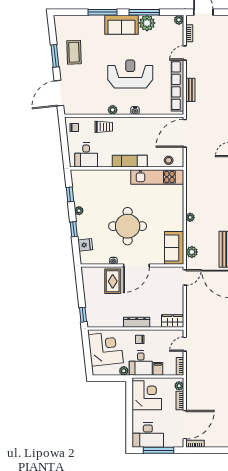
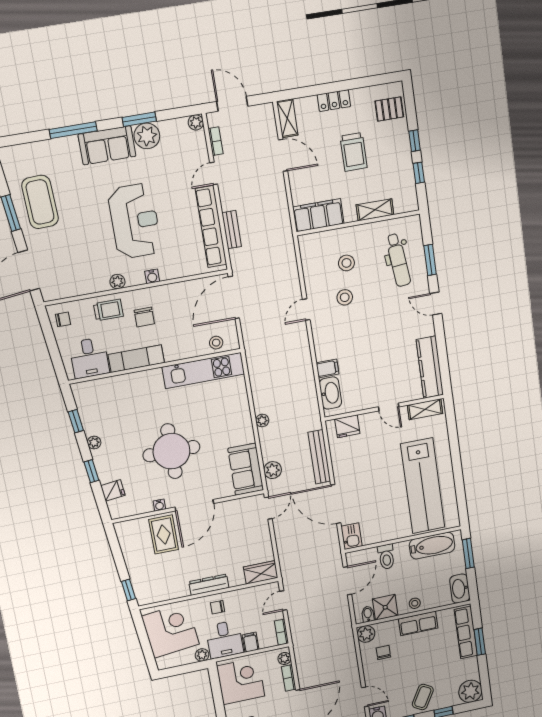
window: (144, 12) -> (139, 119), width x0.69
coffee table: (74, 52) -> (40, 202), width x1.36, depth x1.32
reception desk: (130, 74) -> (135, 221), turned 90
chair: (126, 135) -> (144, 317), added
exam couch: (130, 161) -> (136, 359), moved

